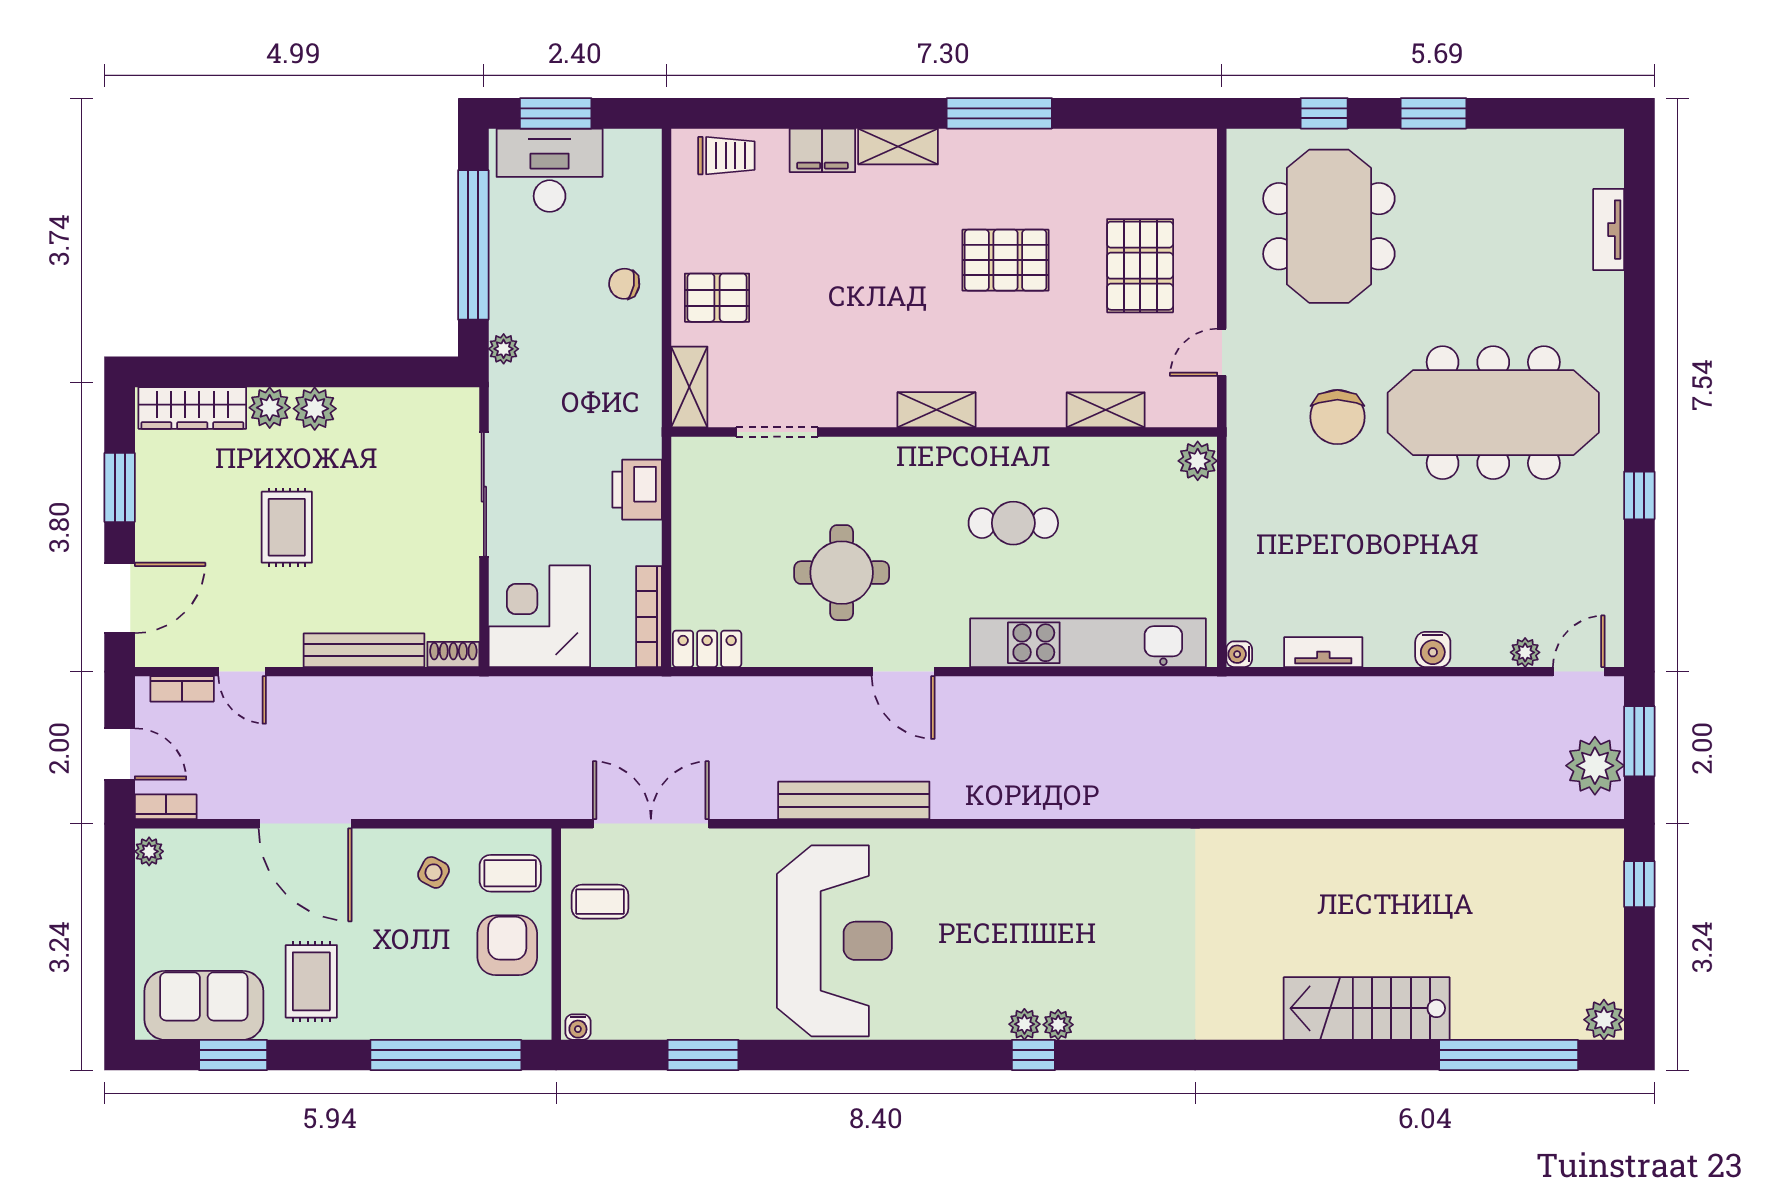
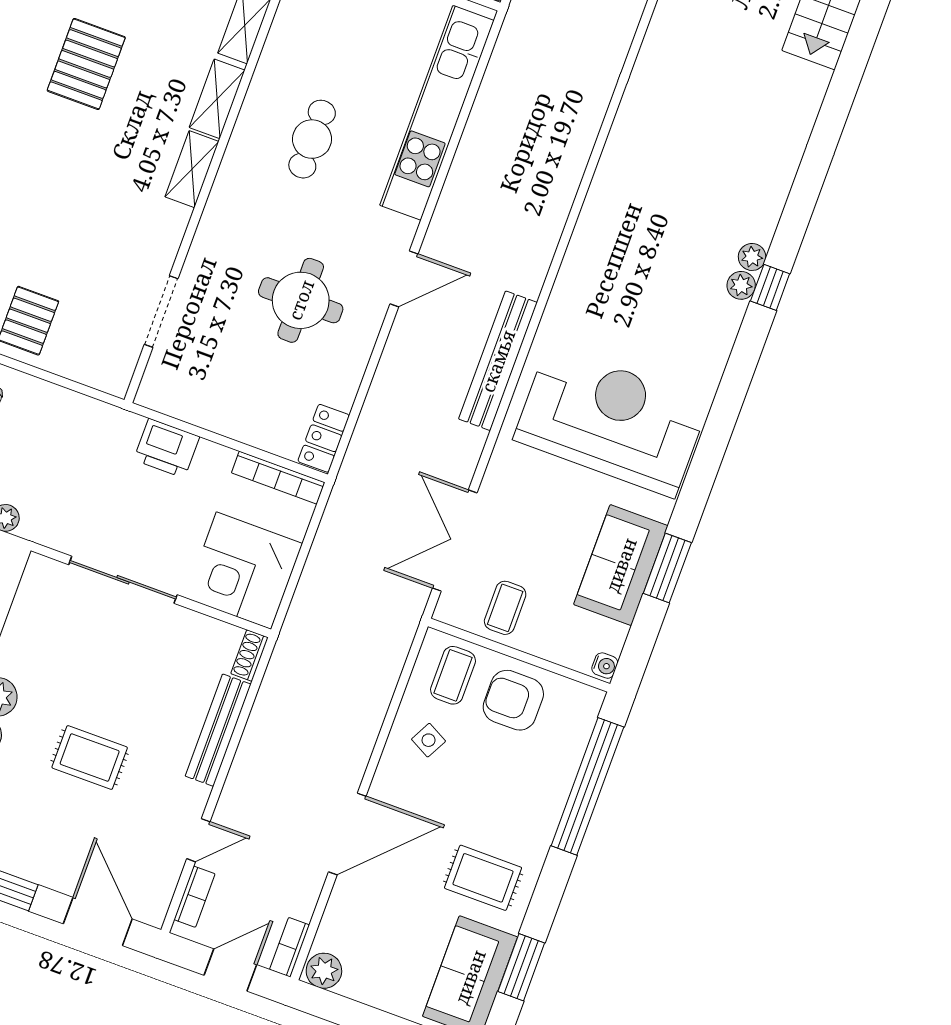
shelving: (689, 387) -> (217, 99), moved, turned 90
plant: (149, 851) -> (324, 971), width x1.38, depth x1.38
sofa: (688, 1006) -> (621, 565), added

